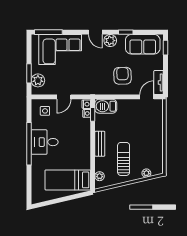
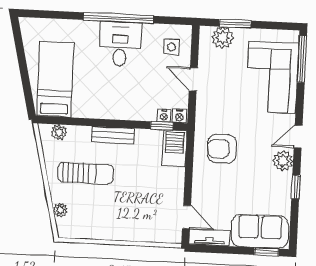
sofa: (143, 44) -> (260, 231), moved, turned 90
armchair: (123, 76) -> (222, 149), moved, turned 180

